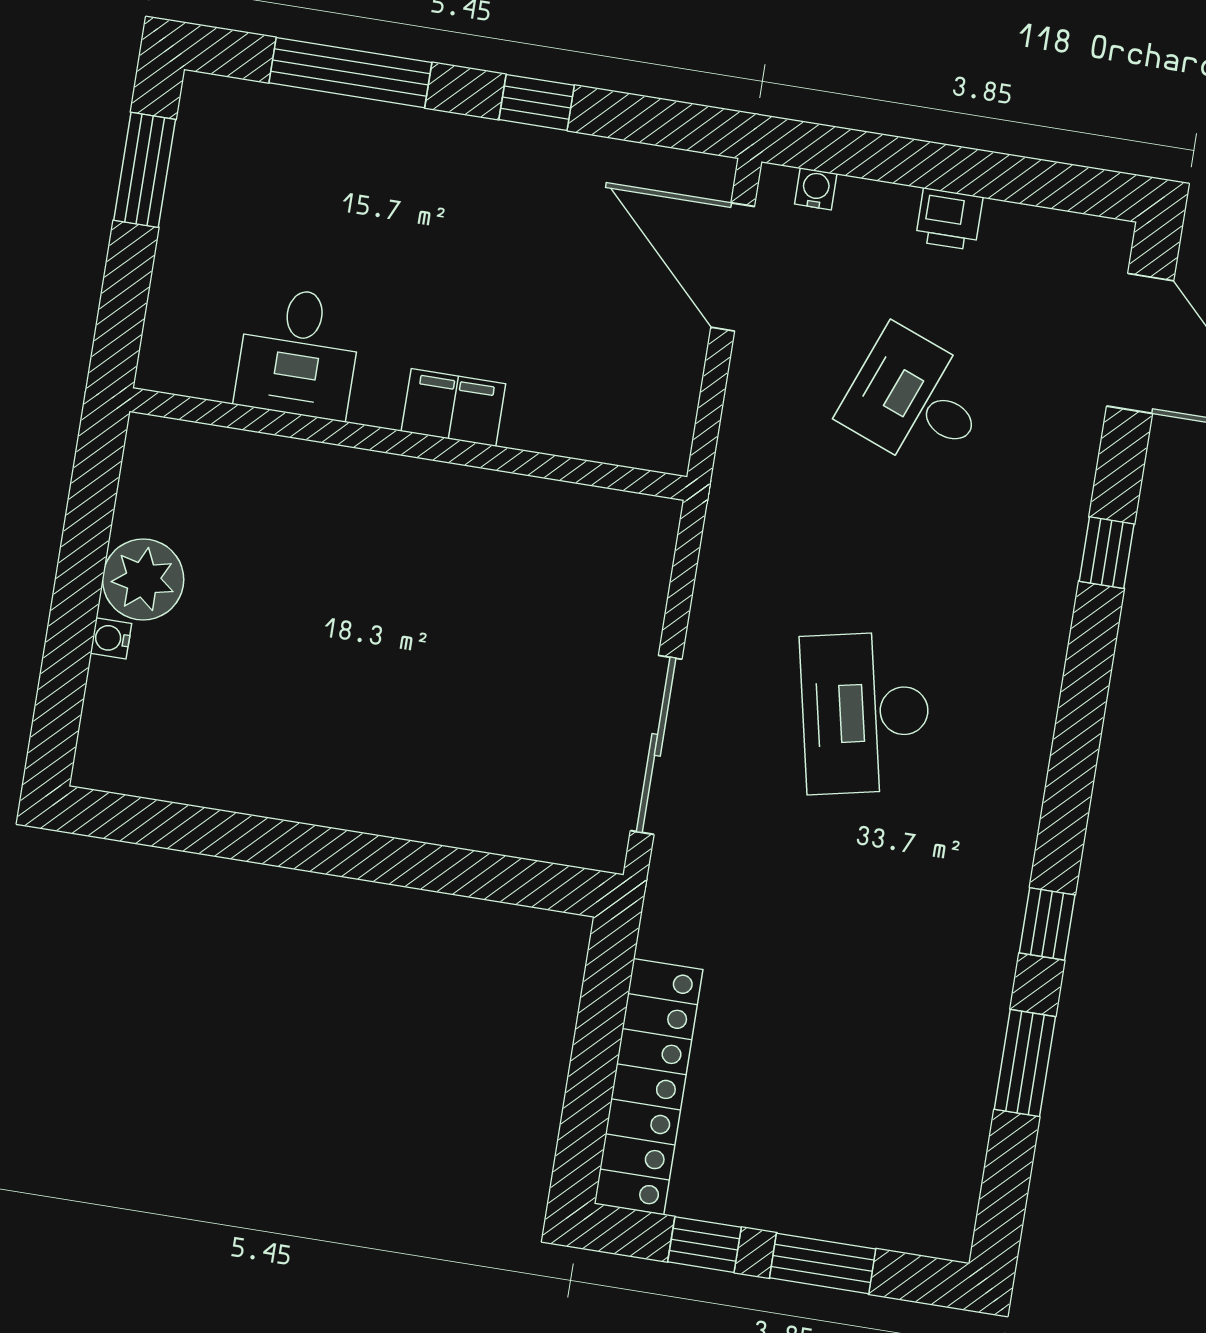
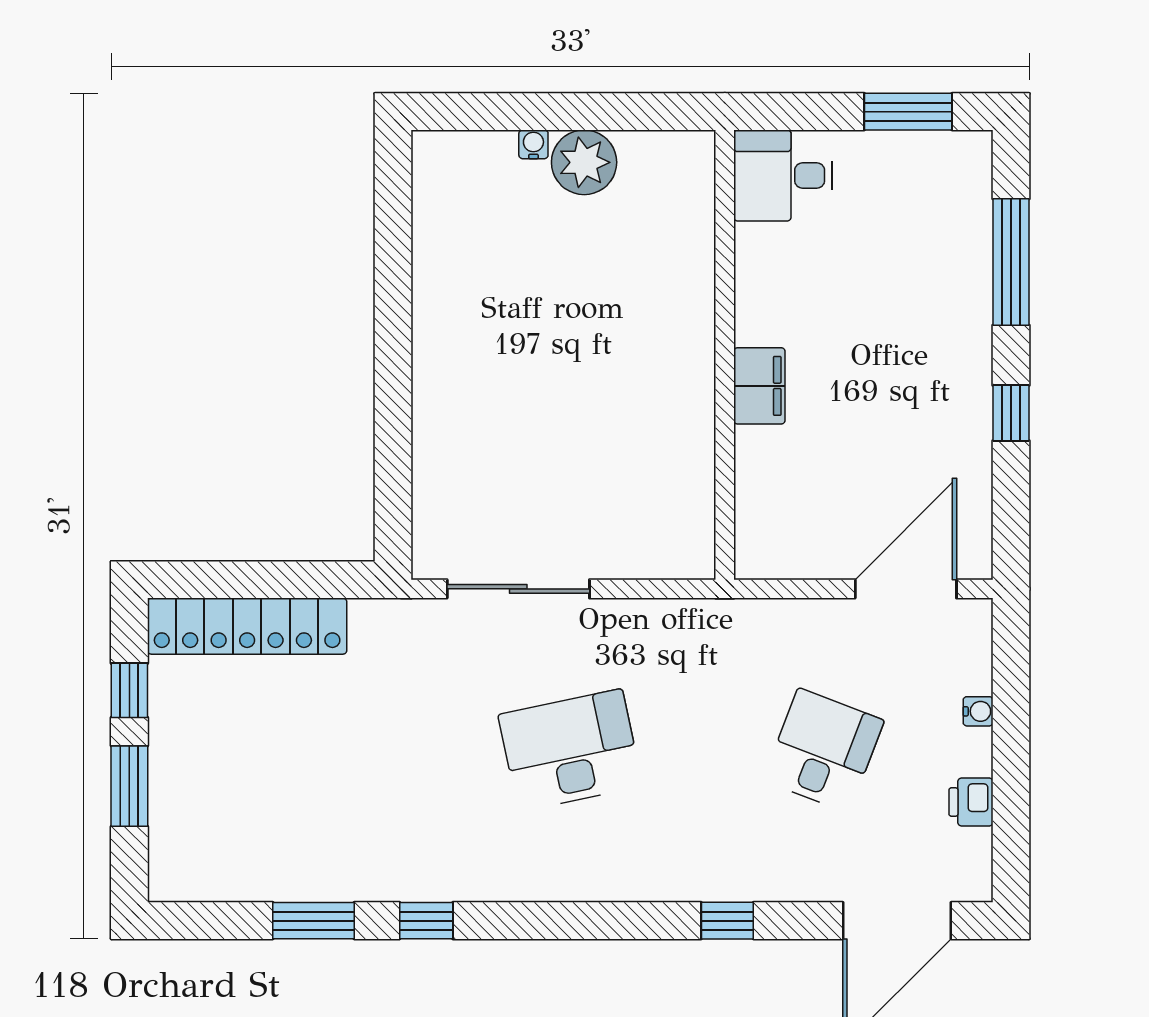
water cooler: (816, 189) -> (978, 711), moved
printer: (949, 219) -> (971, 802), moved
desk: (299, 353) -> (783, 175), moved

